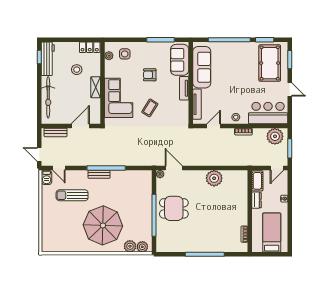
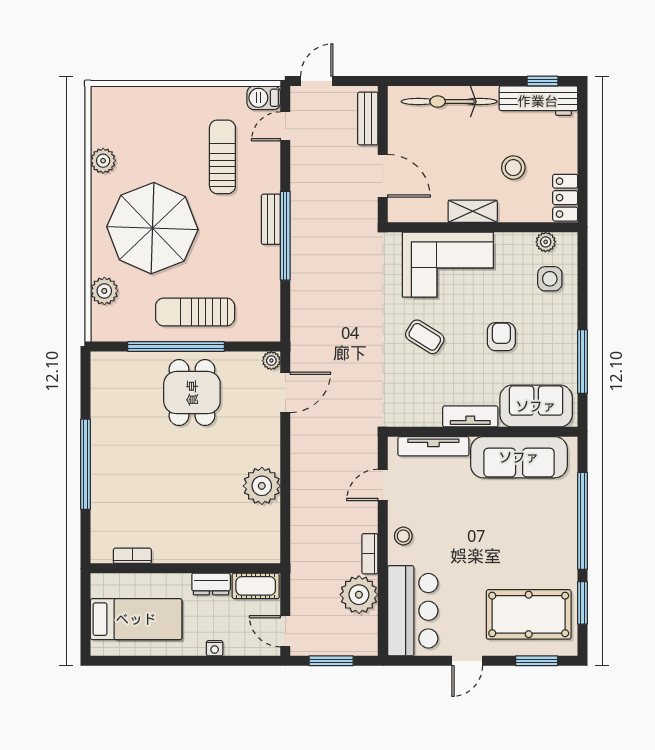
door: (214, 126) -> (383, 485), swing flipped
plant: (275, 136) -> (359, 595), moved
sun lounger: (139, 207) -> (195, 312), added
plant: (142, 247) -> (103, 161), moved

